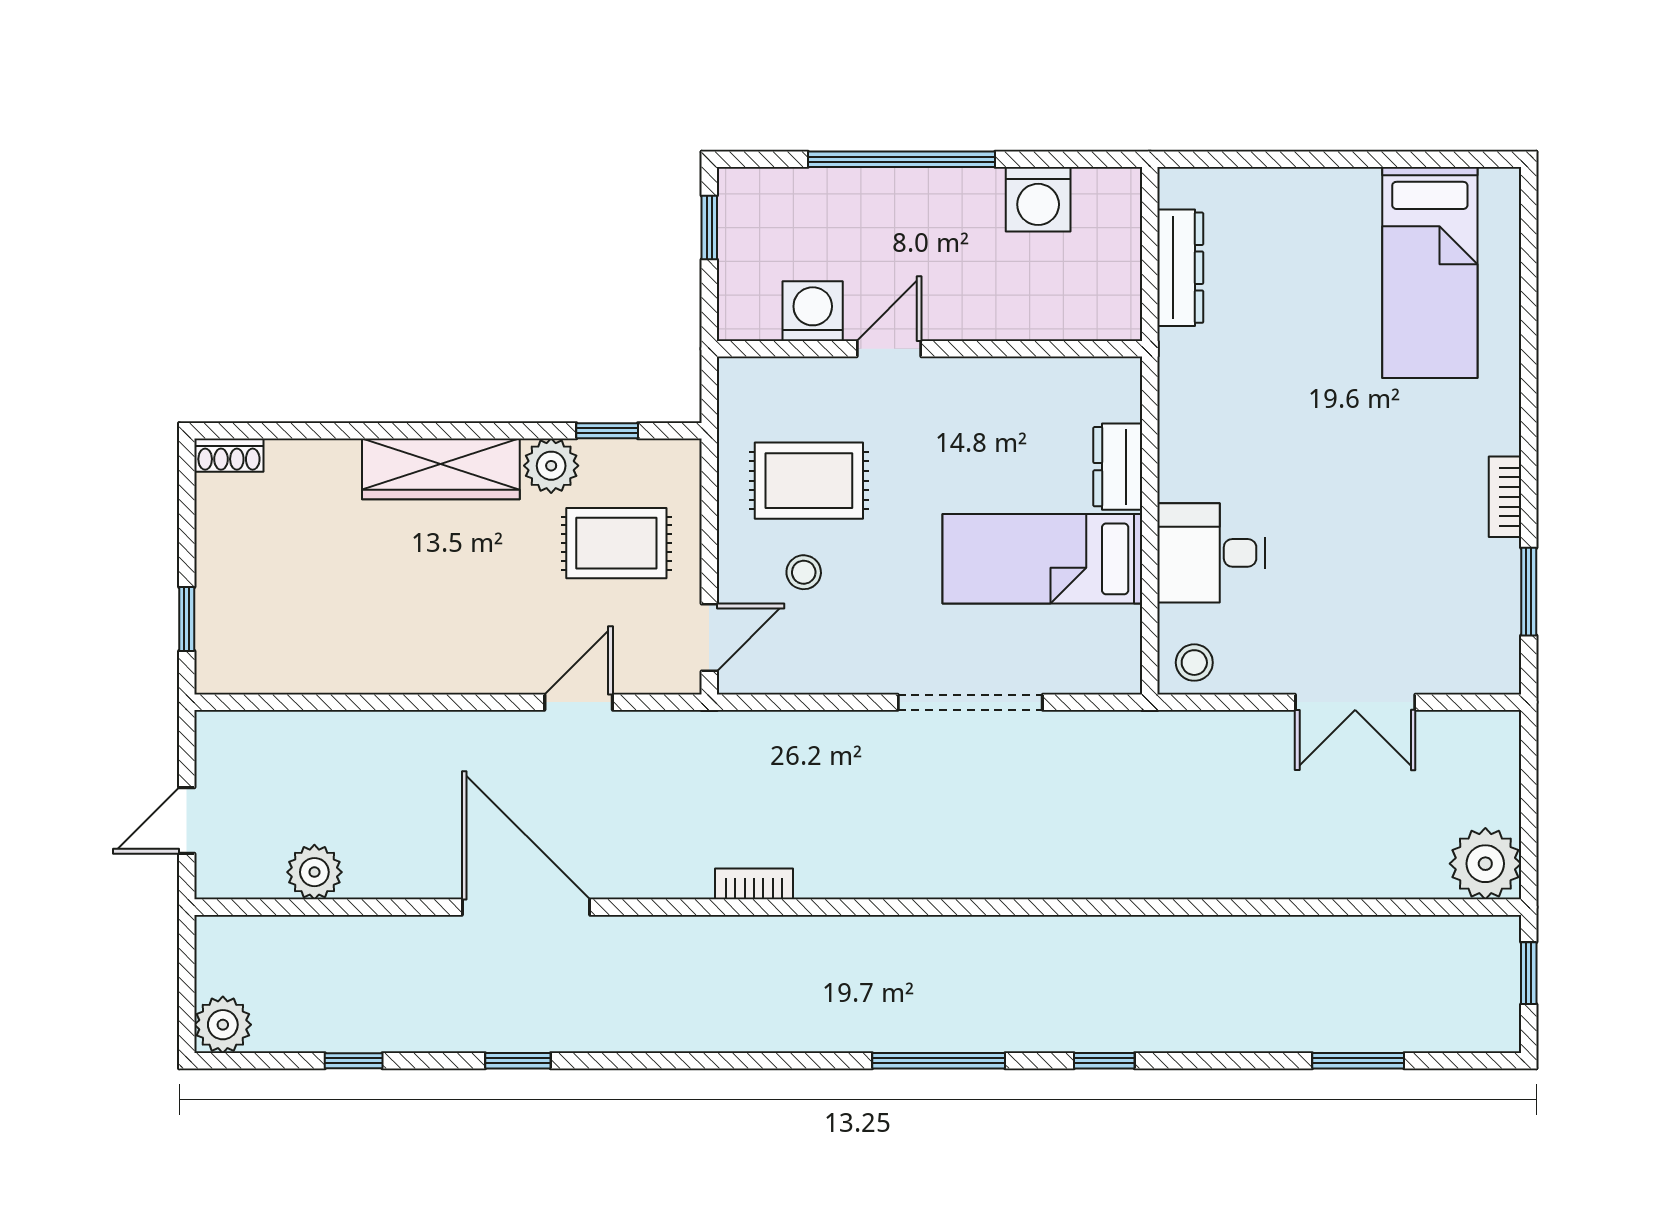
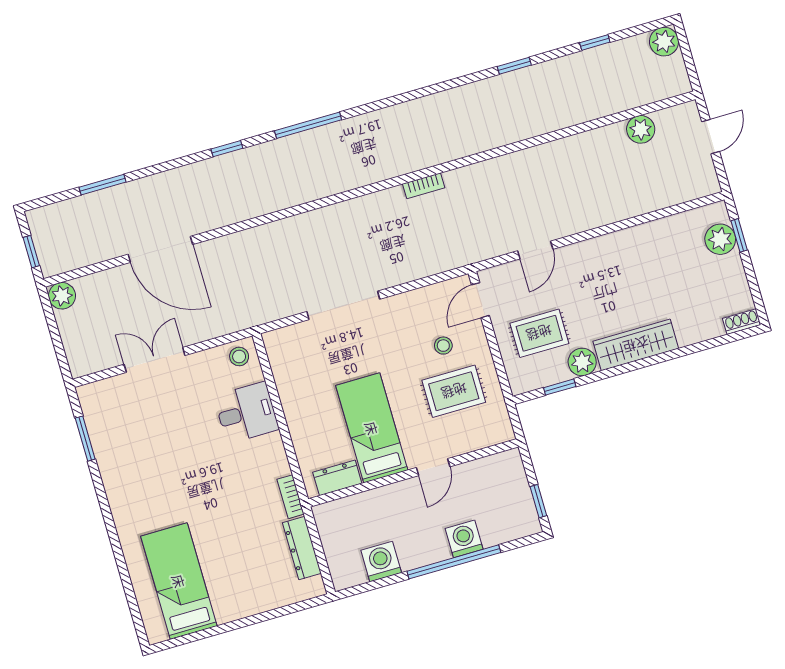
washing machine: (813, 311) -> (464, 539), moved, turned 180
dresser: (1118, 467) -> (337, 478), moved, turned -90
bookcase: (1505, 497) -> (291, 497), moved, turned 180
bed: (1042, 559) -> (372, 428), moved, turned -90
plant: (224, 622) -> (720, 239), added
plant: (1485, 864) -> (62, 296), width x0.73, depth x0.73
door: (526, 907) -> (160, 249), moved

